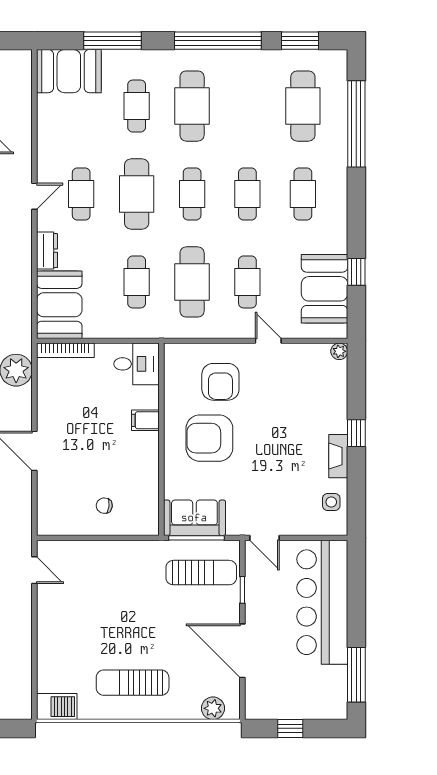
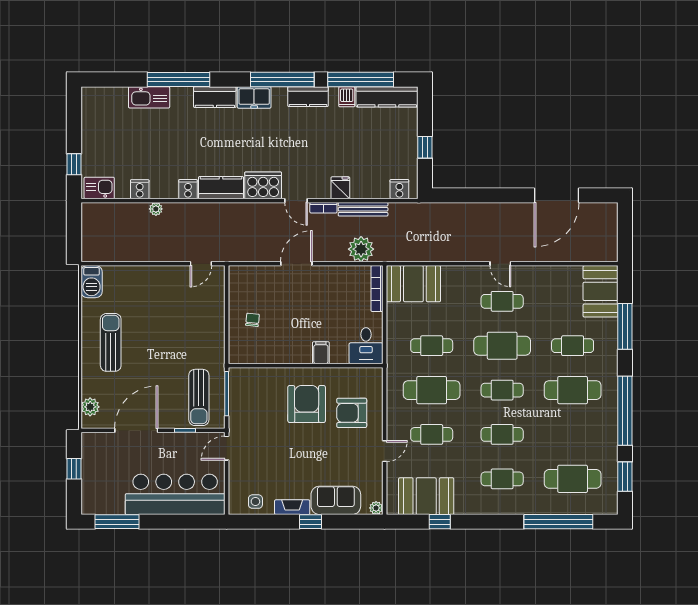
dresser: (47, 251) -> (457, 274), removed
sofa: (194, 518) -> (336, 500), moved, turned -90

